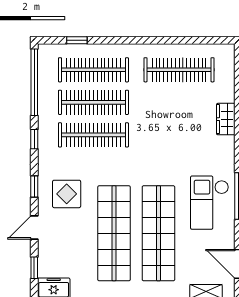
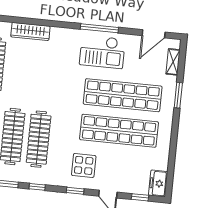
wardrobe: (226, 119) -> (30, 31), width x1.50

